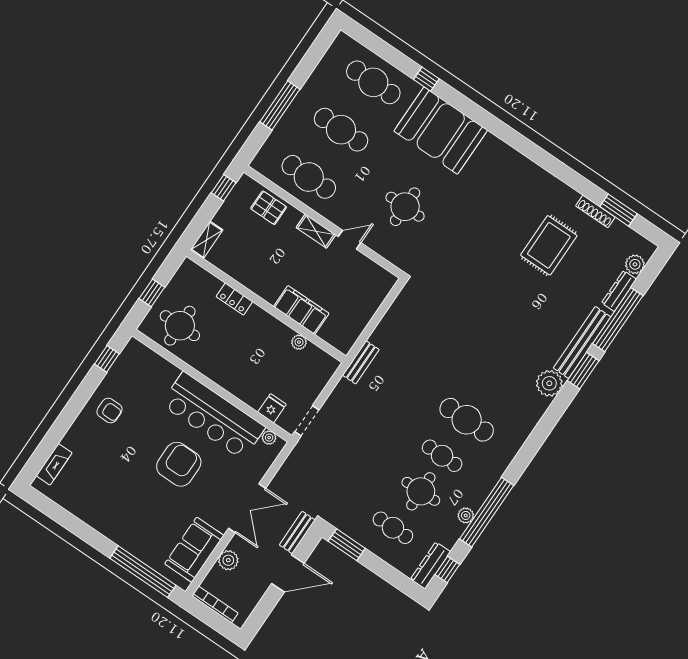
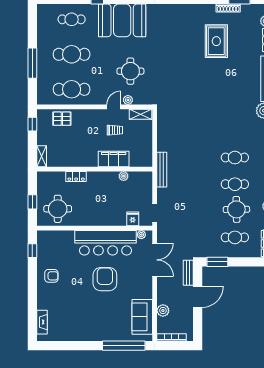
cafe table: (373, 82) -> (72, 19), width x0.73, depth x0.74
shelving: (316, 231) -> (141, 114), moved
plant: (375, 243) -> (128, 100), added
trolley: (330, 272) -> (115, 130), added
bench: (361, 362) -> (162, 170), width x1.36
cafe table: (467, 420) -> (235, 158), width x0.73, depth x0.74
double door: (247, 508) -> (155, 260), moved

